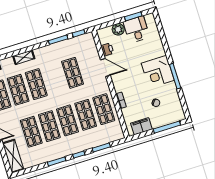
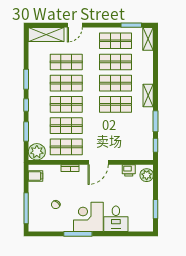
plant: (118, 29) -> (147, 175), moved
desk: (136, 29) -> (116, 219), moved, turned 90
shelving: (24, 57) -> (148, 96), moved
door: (105, 68) -> (98, 162), moved
shop shelf: (73, 73) -> (115, 104), moved
filing cabinet: (141, 126) -> (35, 176), width x0.50
plant: (116, 133) -> (37, 152), added

